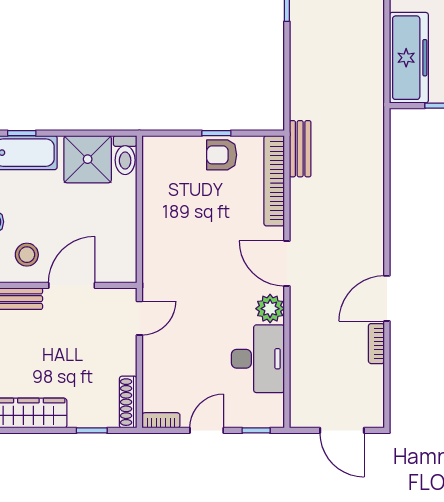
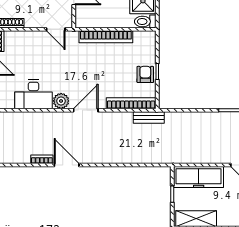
bookcase: (153, 227) -> (106, 37), added

